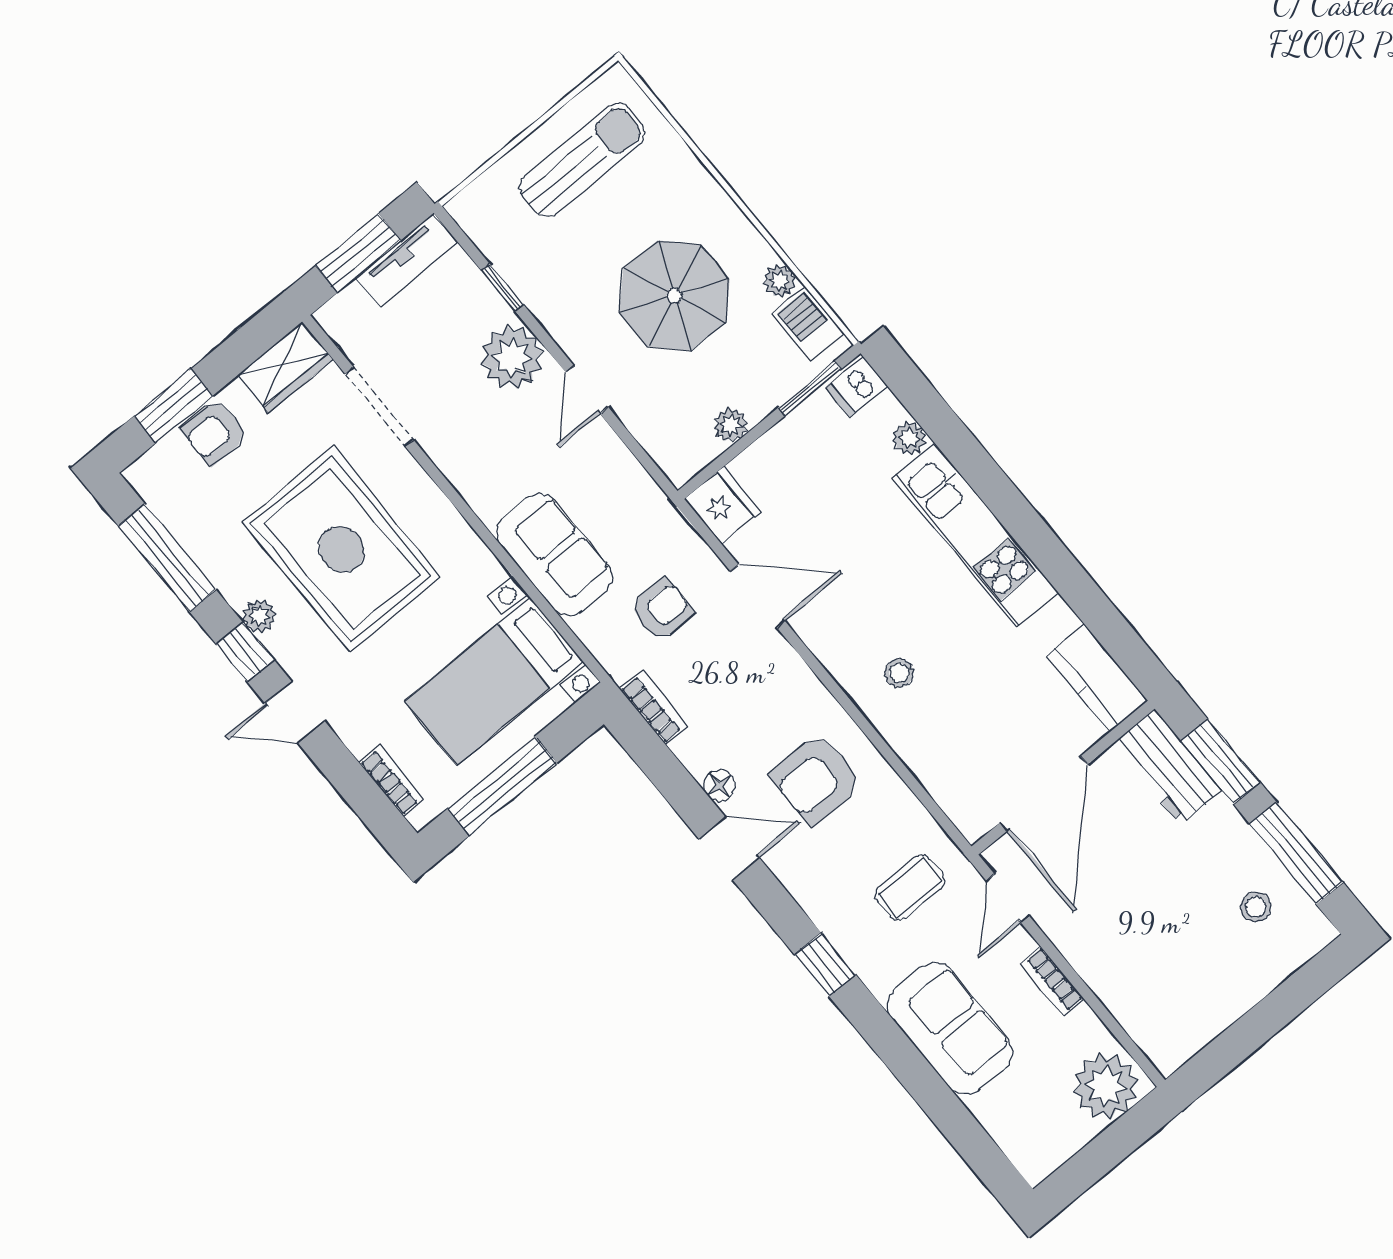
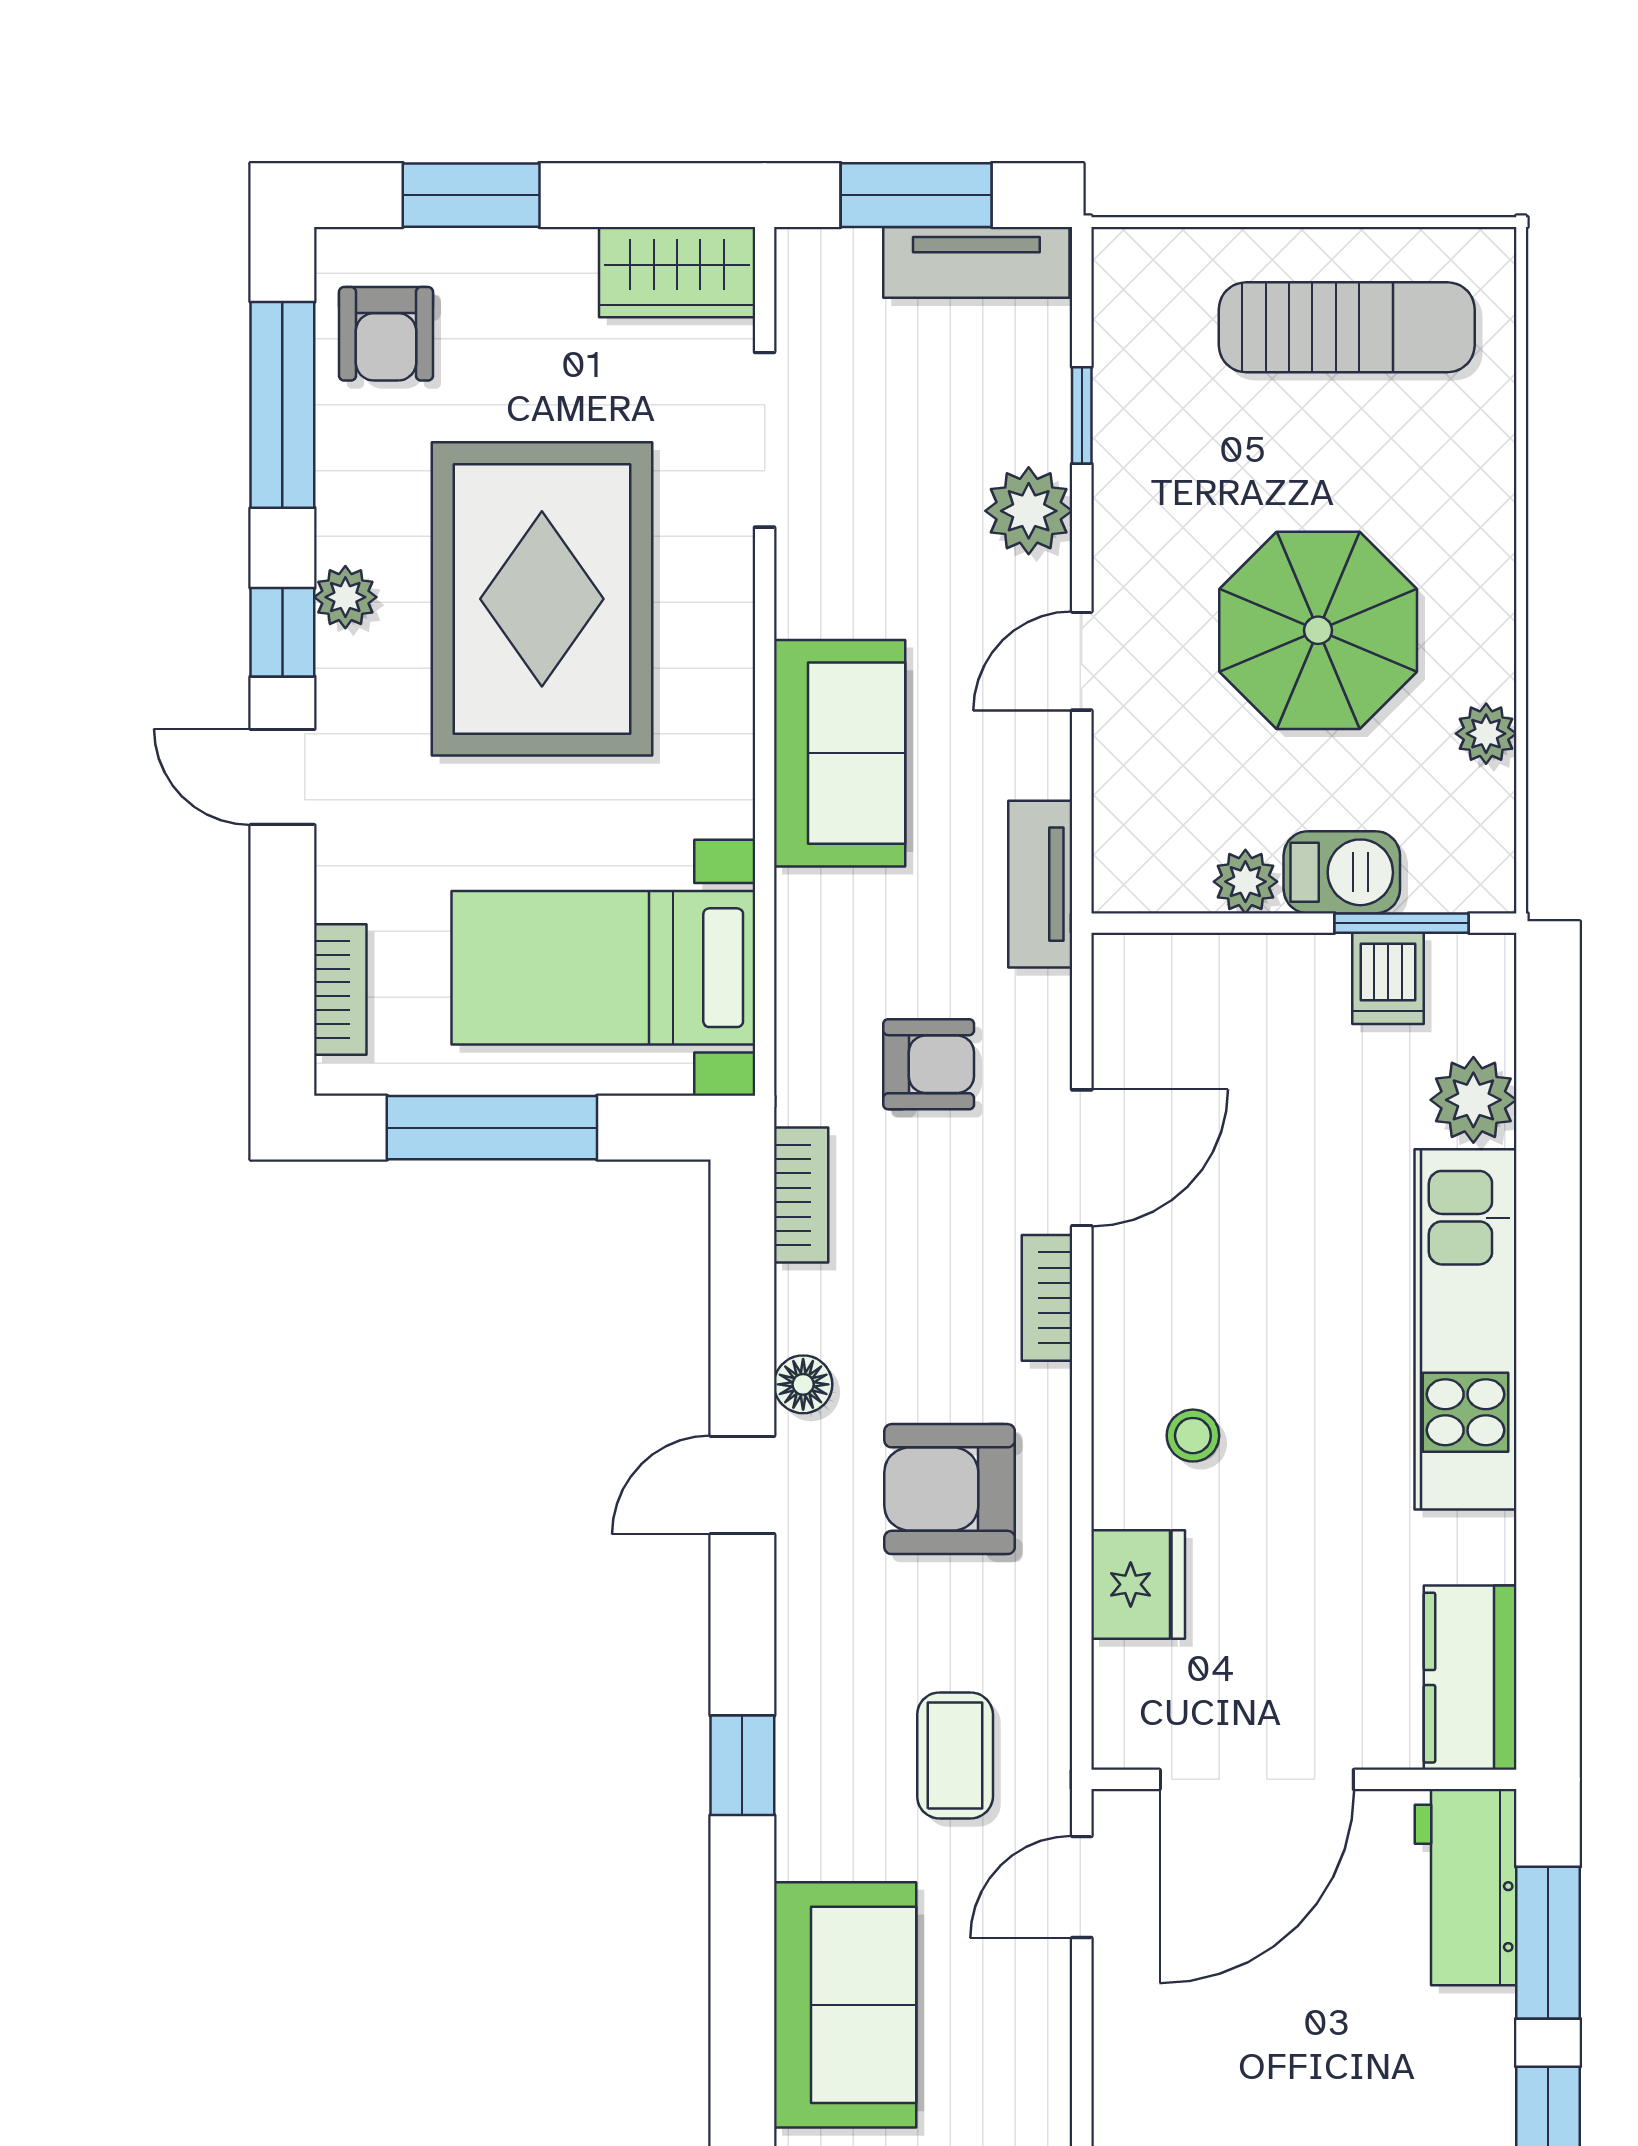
barbecue: (808, 324) -> (1342, 872), moved, turned 90
plant: (512, 357) -> (1029, 511), width x0.73, depth x0.73
dishwasher: (856, 387) -> (1388, 978), moved, turned -90
armchair: (214, 432) -> (386, 334), moved, turned -90
plant: (909, 438) -> (1473, 1100), width x1.38, depth x1.38
tv unit: (646, 496) -> (1040, 884), added
fridge: (722, 506) -> (1138, 1584), moved
sofa: (554, 555) -> (840, 753), moved
door: (757, 596) -> (1082, 1158), hinge flipped
door: (729, 848) -> (742, 1485), swing flipped
coffee table: (910, 887) -> (955, 1755), turned 90
bookcase: (1052, 981) -> (1047, 1298), moved

